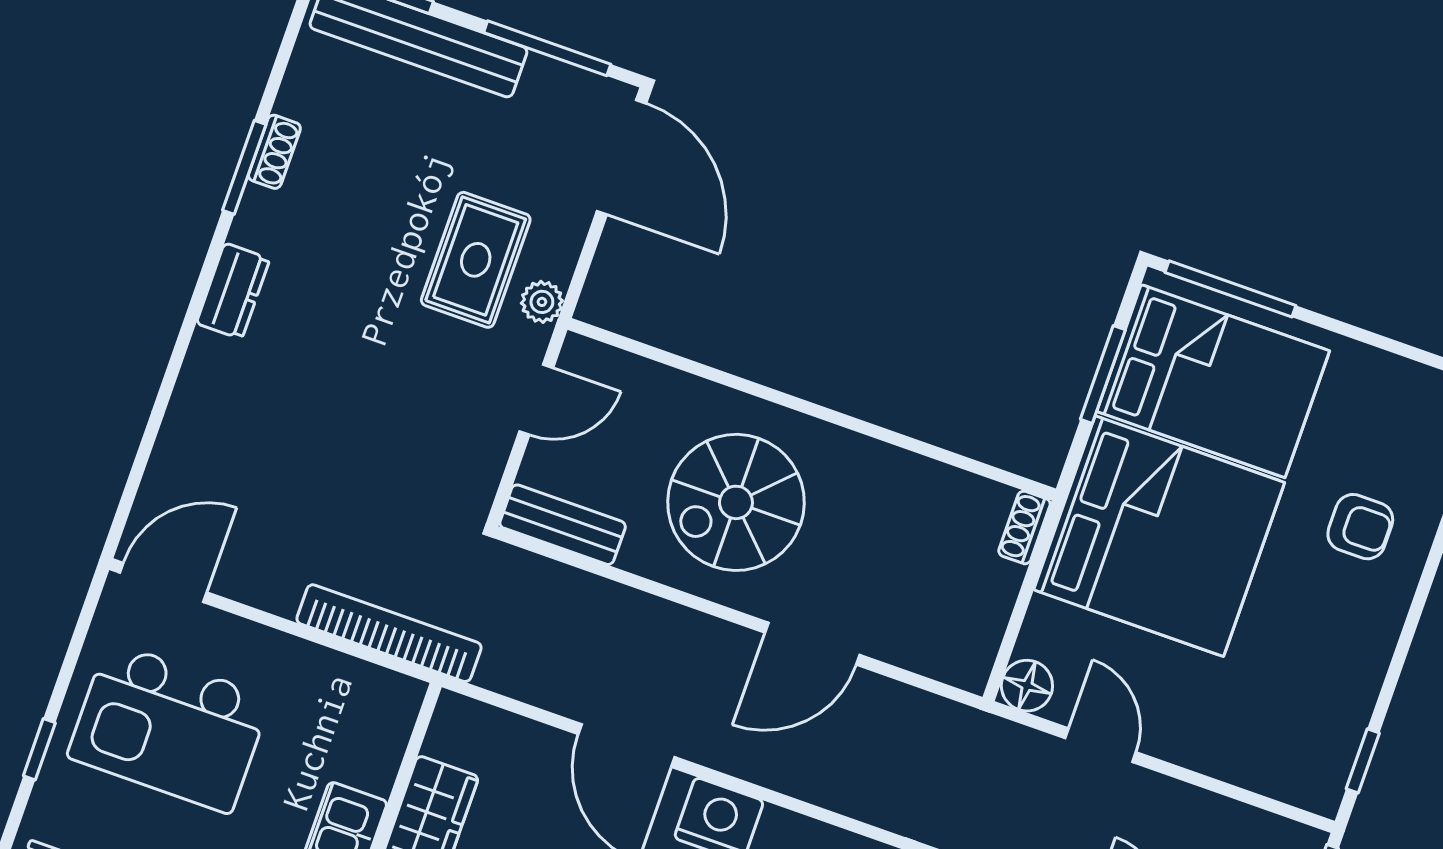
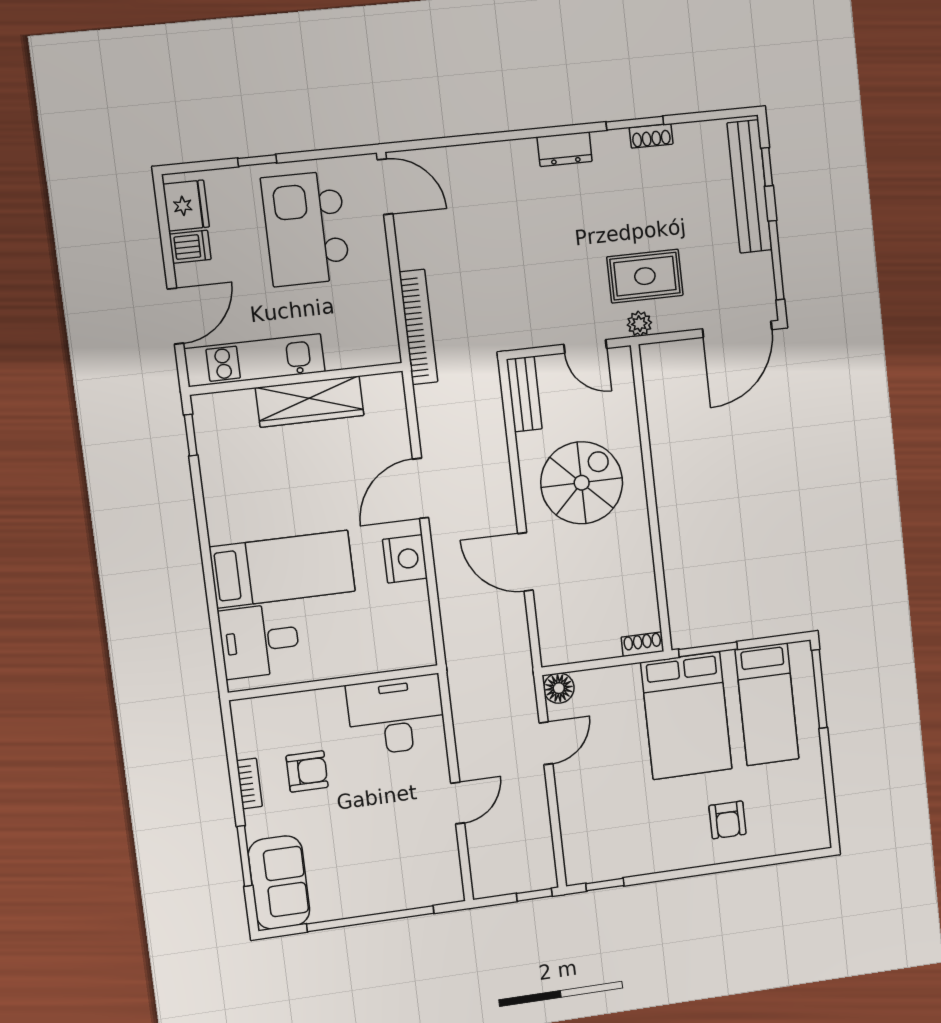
window: (1103, 374) -> (708, 649), moved
bed: (1213, 381) -> (767, 704), width x0.67
spiral stairs: (736, 502) -> (582, 483), turned 90
bed: (1159, 536) -> (686, 716), width x0.73

